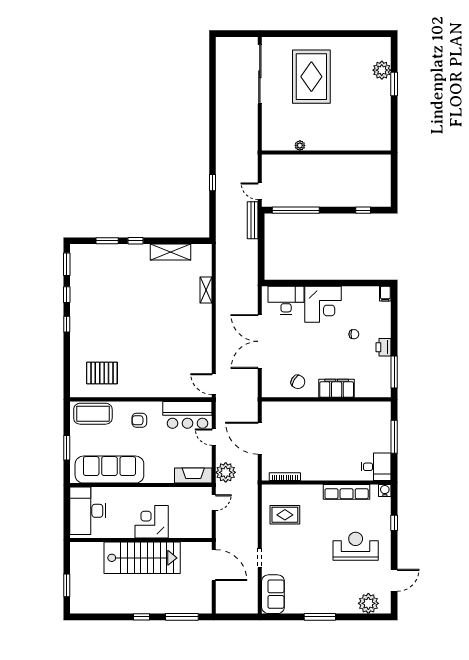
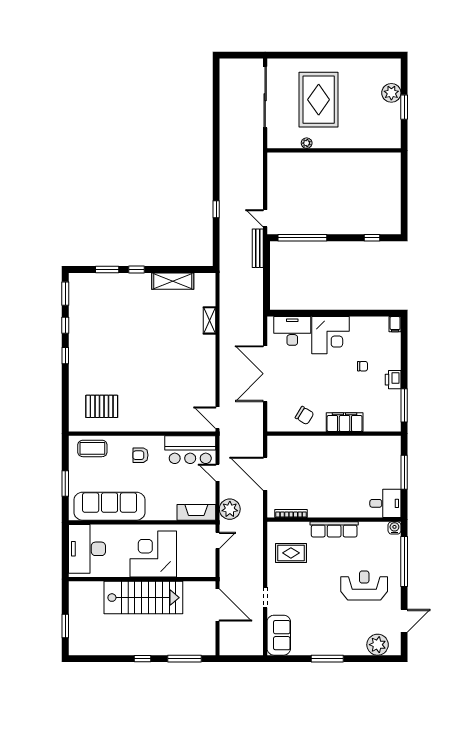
plant: (300, 145) -> (307, 143), moved
wall: (326, 153) -> (334, 150), moved
coffee table: (93, 414) -> (92, 448), width x0.73, depth x0.76
row of seats: (347, 492) -> (334, 529), moved
corner desk: (152, 522) -> (153, 554), width x1.36, depth x1.36
window: (394, 523) -> (404, 561), width x3.17

